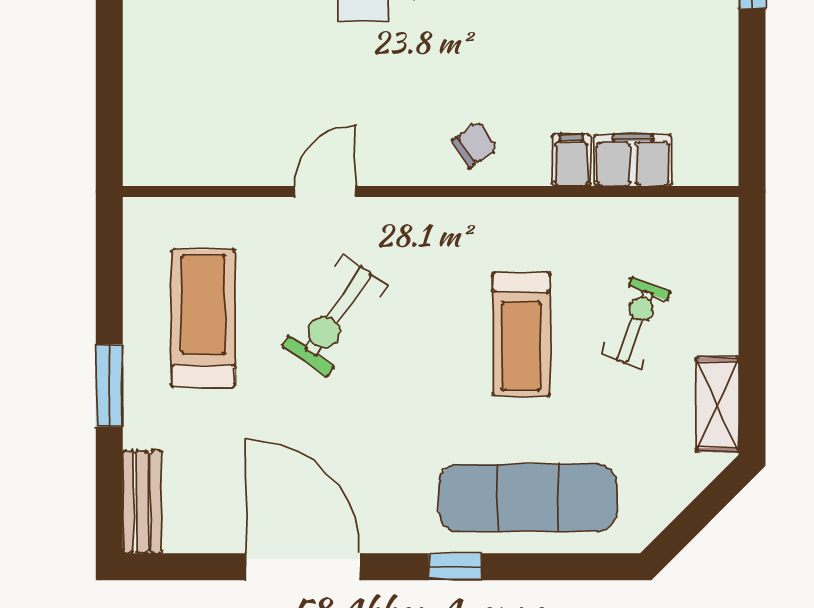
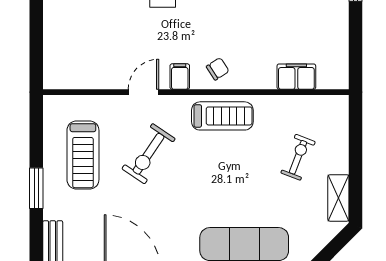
filing cabinet: (571, 160) -> (180, 77), moved
treadmill: (203, 318) -> (83, 155), turned 180
treadmill: (521, 334) -> (222, 116), moved, turned -90

